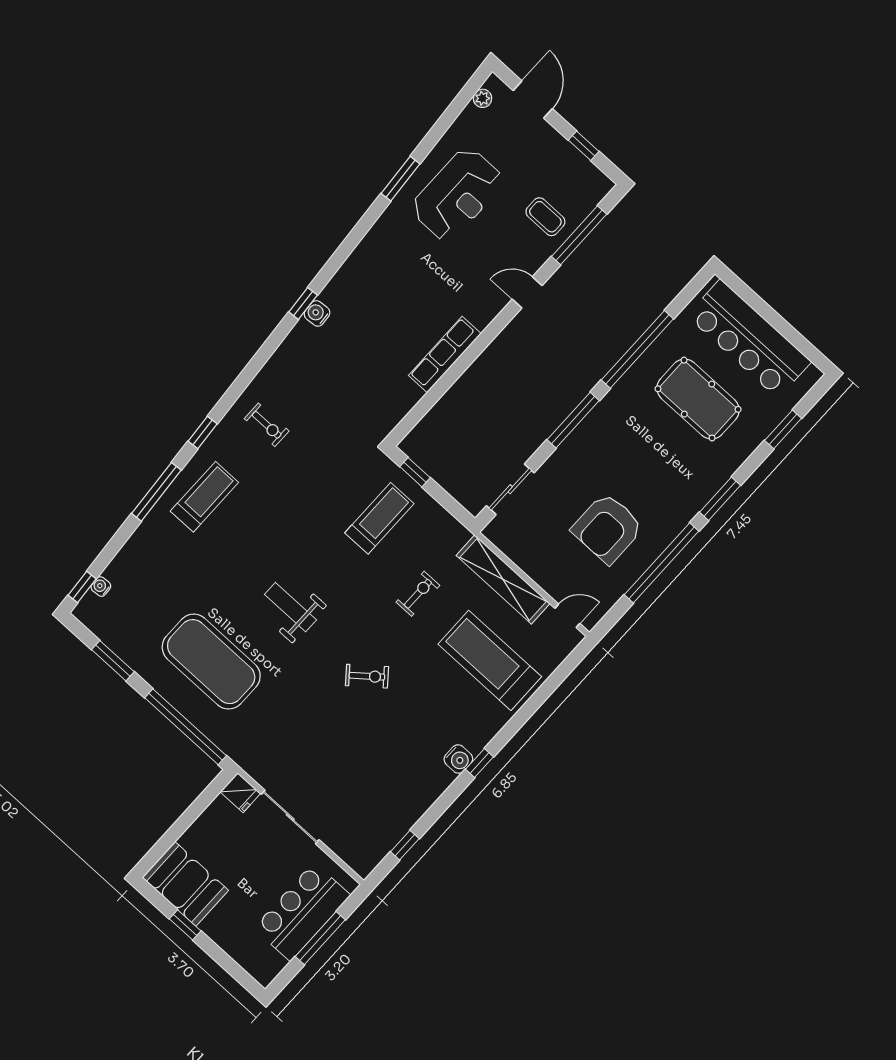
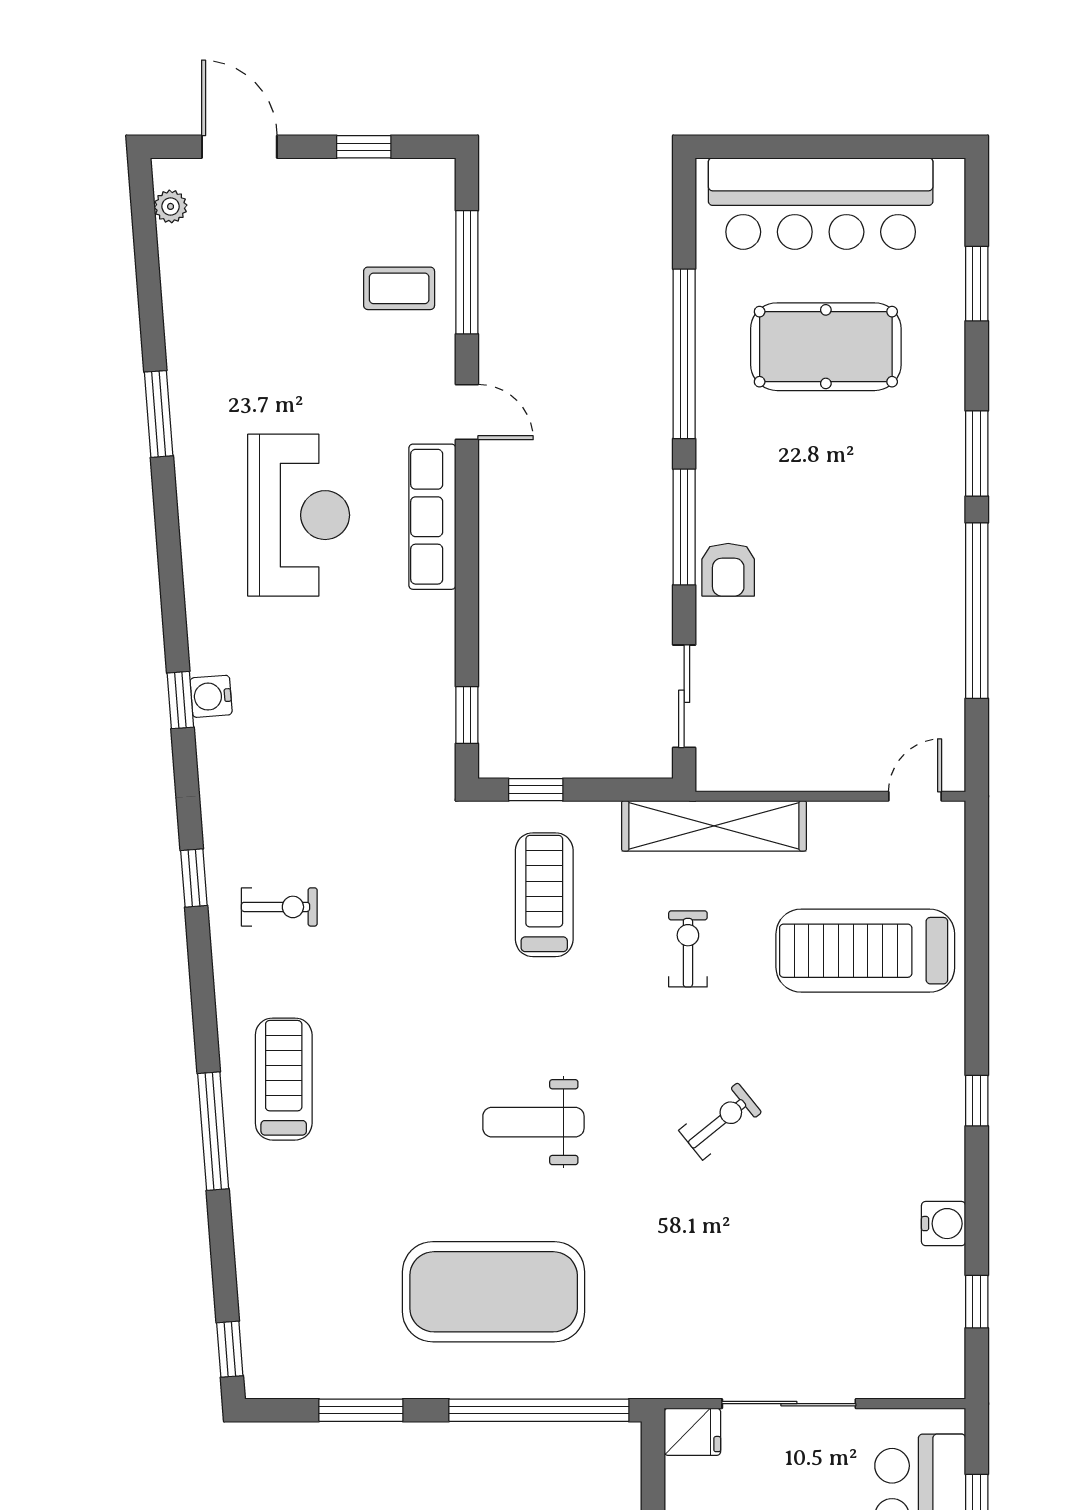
reception desk: (457, 195) -> (299, 515), moved
door: (527, 292) -> (467, 412), swing flipped
row of seats: (445, 355) -> (432, 517), moved
window: (415, 416) -> (467, 715), added
window: (203, 432) -> (194, 878), moved
armchair: (607, 528) -> (728, 570), moved, width x0.53, depth x0.53
shelving: (503, 579) -> (714, 826), moved
water cooler: (101, 587) -> (254, 1326), removed
water cooler: (458, 759) -> (944, 1224), moved

